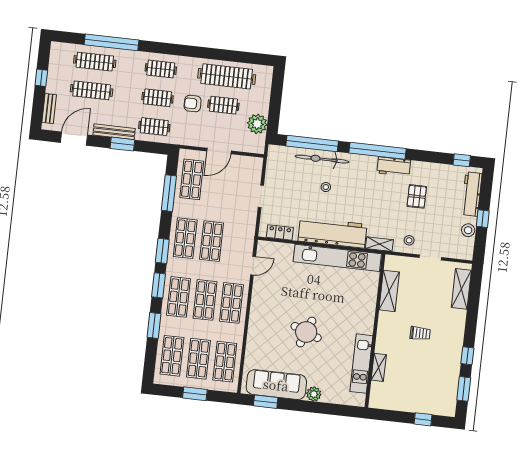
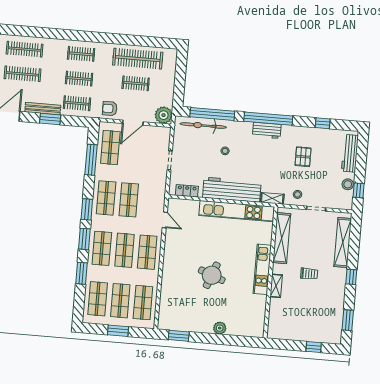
window: (112, 42) -> (38, 32), removed
armchair: (193, 104) -> (110, 109), moved
plant: (257, 124) -> (164, 115), moved
bicycle: (322, 159) -> (203, 126), moved
window: (462, 160) -> (323, 123), moved
workbench: (394, 167) -> (267, 130), moved
window: (483, 219) -> (359, 190), moved
door: (253, 266) -> (165, 220), hinge flipped
shelving: (461, 289) -> (343, 242), width x1.47
shelving: (389, 291) -> (282, 238), width x1.47
window: (467, 356) -> (351, 277), moved
kitchen unit: (361, 364) -> (262, 269), moved
shelving: (379, 367) -> (276, 286), moved
sofa: (276, 385) -> (188, 321), removed

